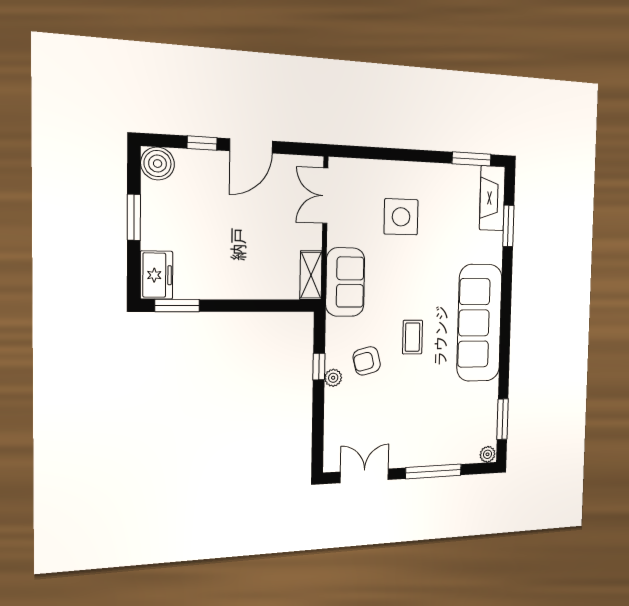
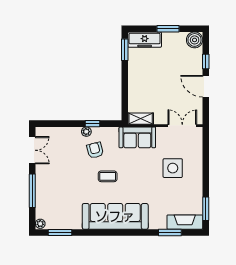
freezer: (156, 275) -> (145, 40), width x1.40

